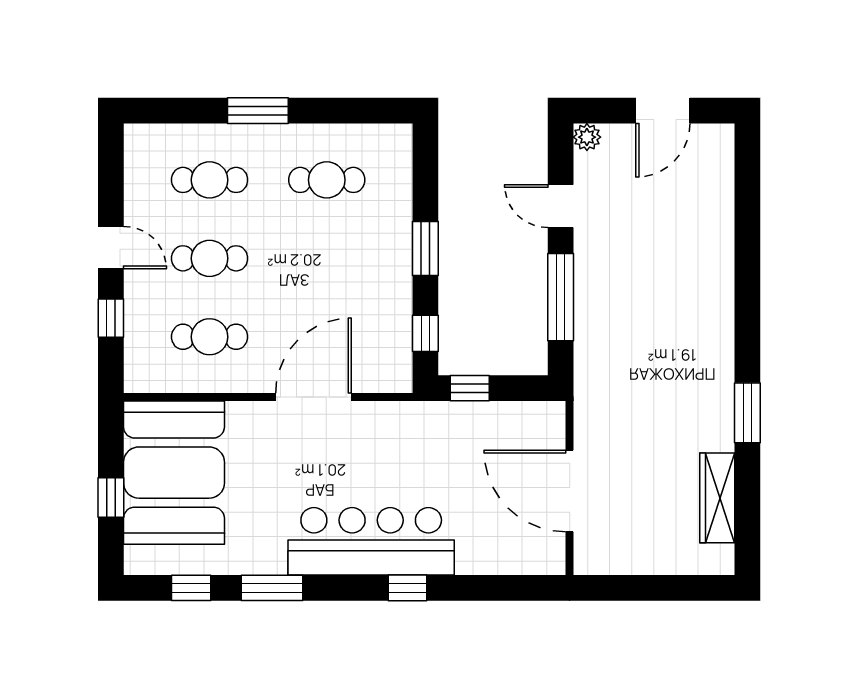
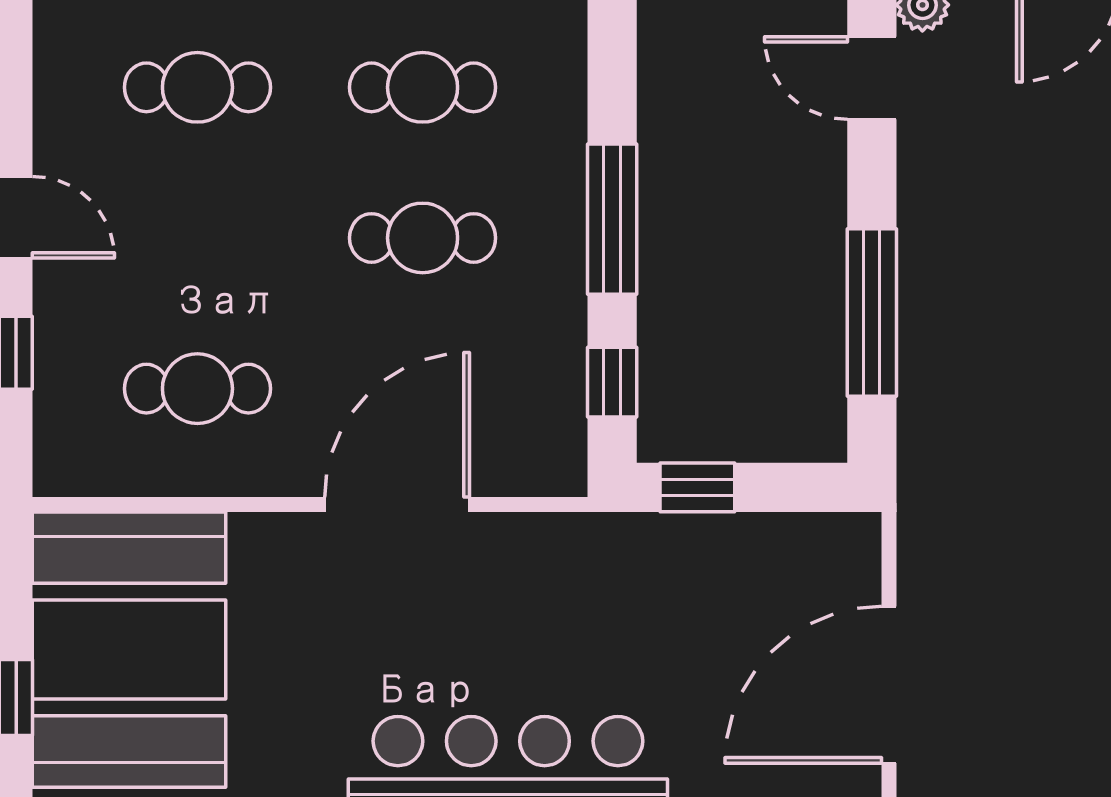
door: (561, 206) -> (872, 78), moved
window: (425, 249) -> (612, 219), width x1.44
cafe table: (210, 258) -> (423, 238), moved
door: (570, 491) -> (889, 685), hinge flipped

